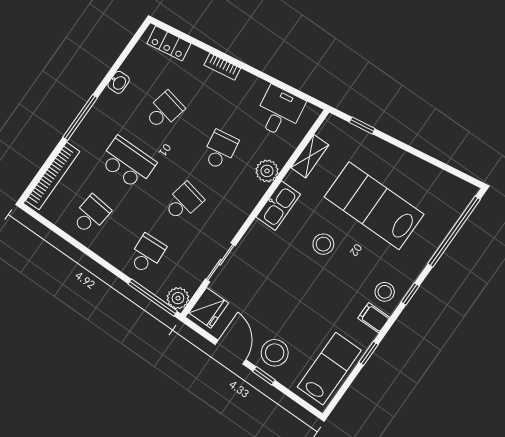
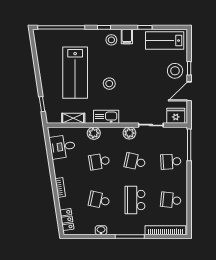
plant: (178, 298) -> (129, 133), moved

